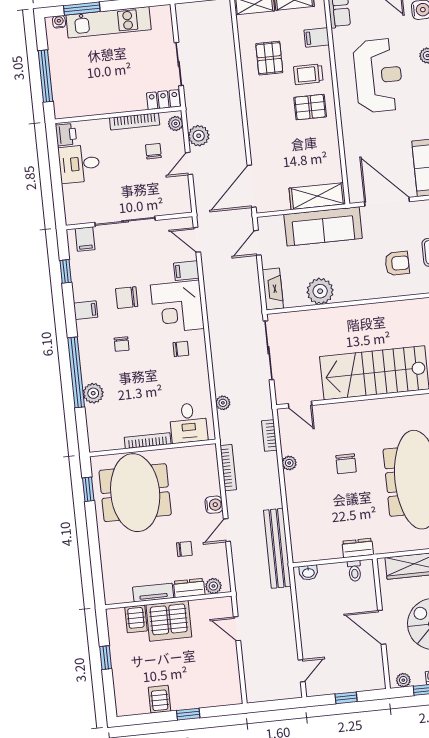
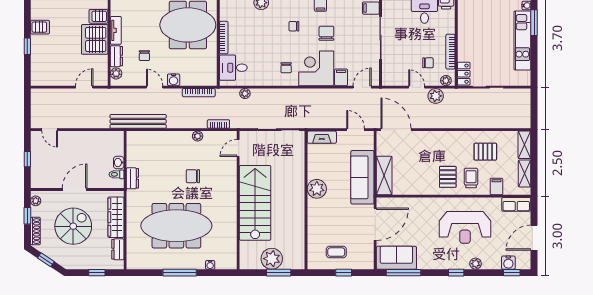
armchair: (397, 263) -> (331, 227), removed
plant: (320, 291) -> (317, 189), moved
washbasin: (308, 573) -> (119, 163), moved

